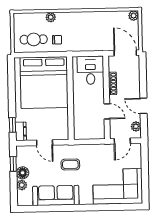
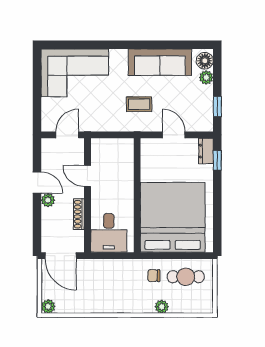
plant: (136, 126) -> (48, 200), moved
floor lamp: (23, 173) -> (205, 61), moved

